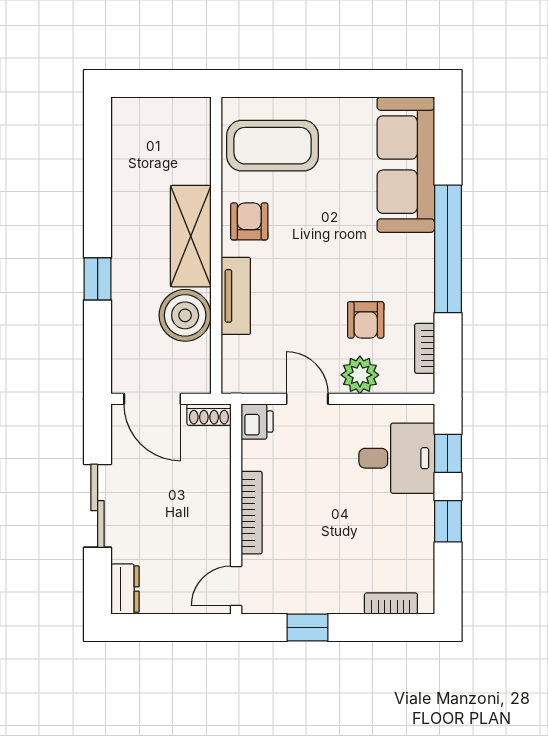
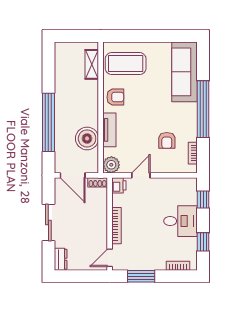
armchair: (249, 221) -> (115, 97), turned 90
shelving: (191, 236) -> (92, 64), moved, width x0.67, depth x0.75
window: (98, 279) -> (48, 122), width x3.17
plant: (360, 375) -> (111, 165), moved
door: (307, 399) -> (141, 175), hinge flipped
desk: (397, 458) -> (181, 221), moved
window: (448, 521) -> (203, 242), moved
window: (307, 627) -> (141, 276), width x1.50

